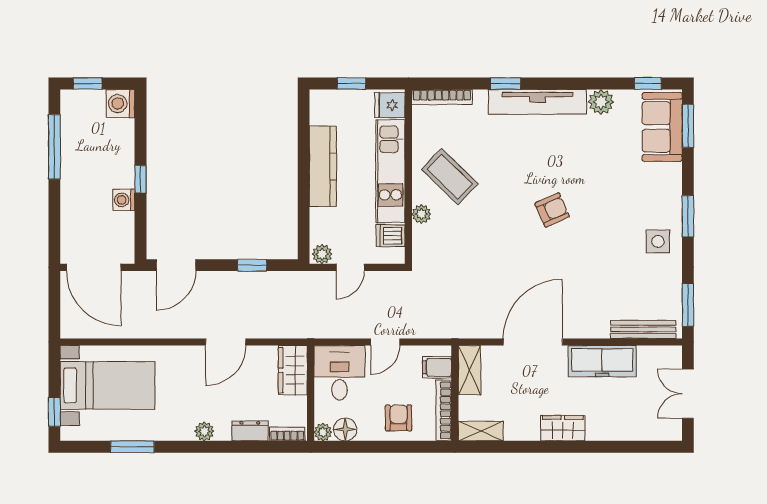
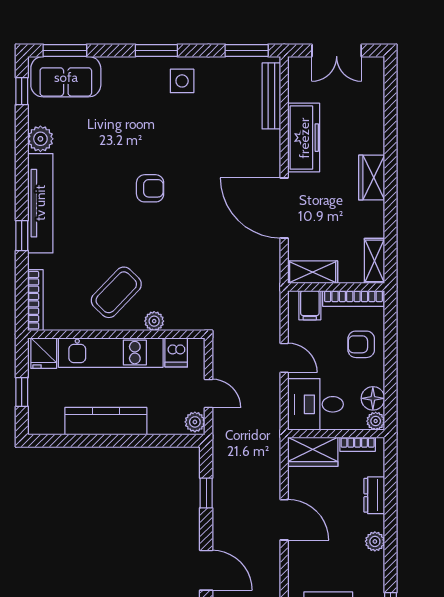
armchair: (552, 210) -> (150, 188), turned 114
bookcase: (287, 434) -> (358, 444), moved, turned -90

